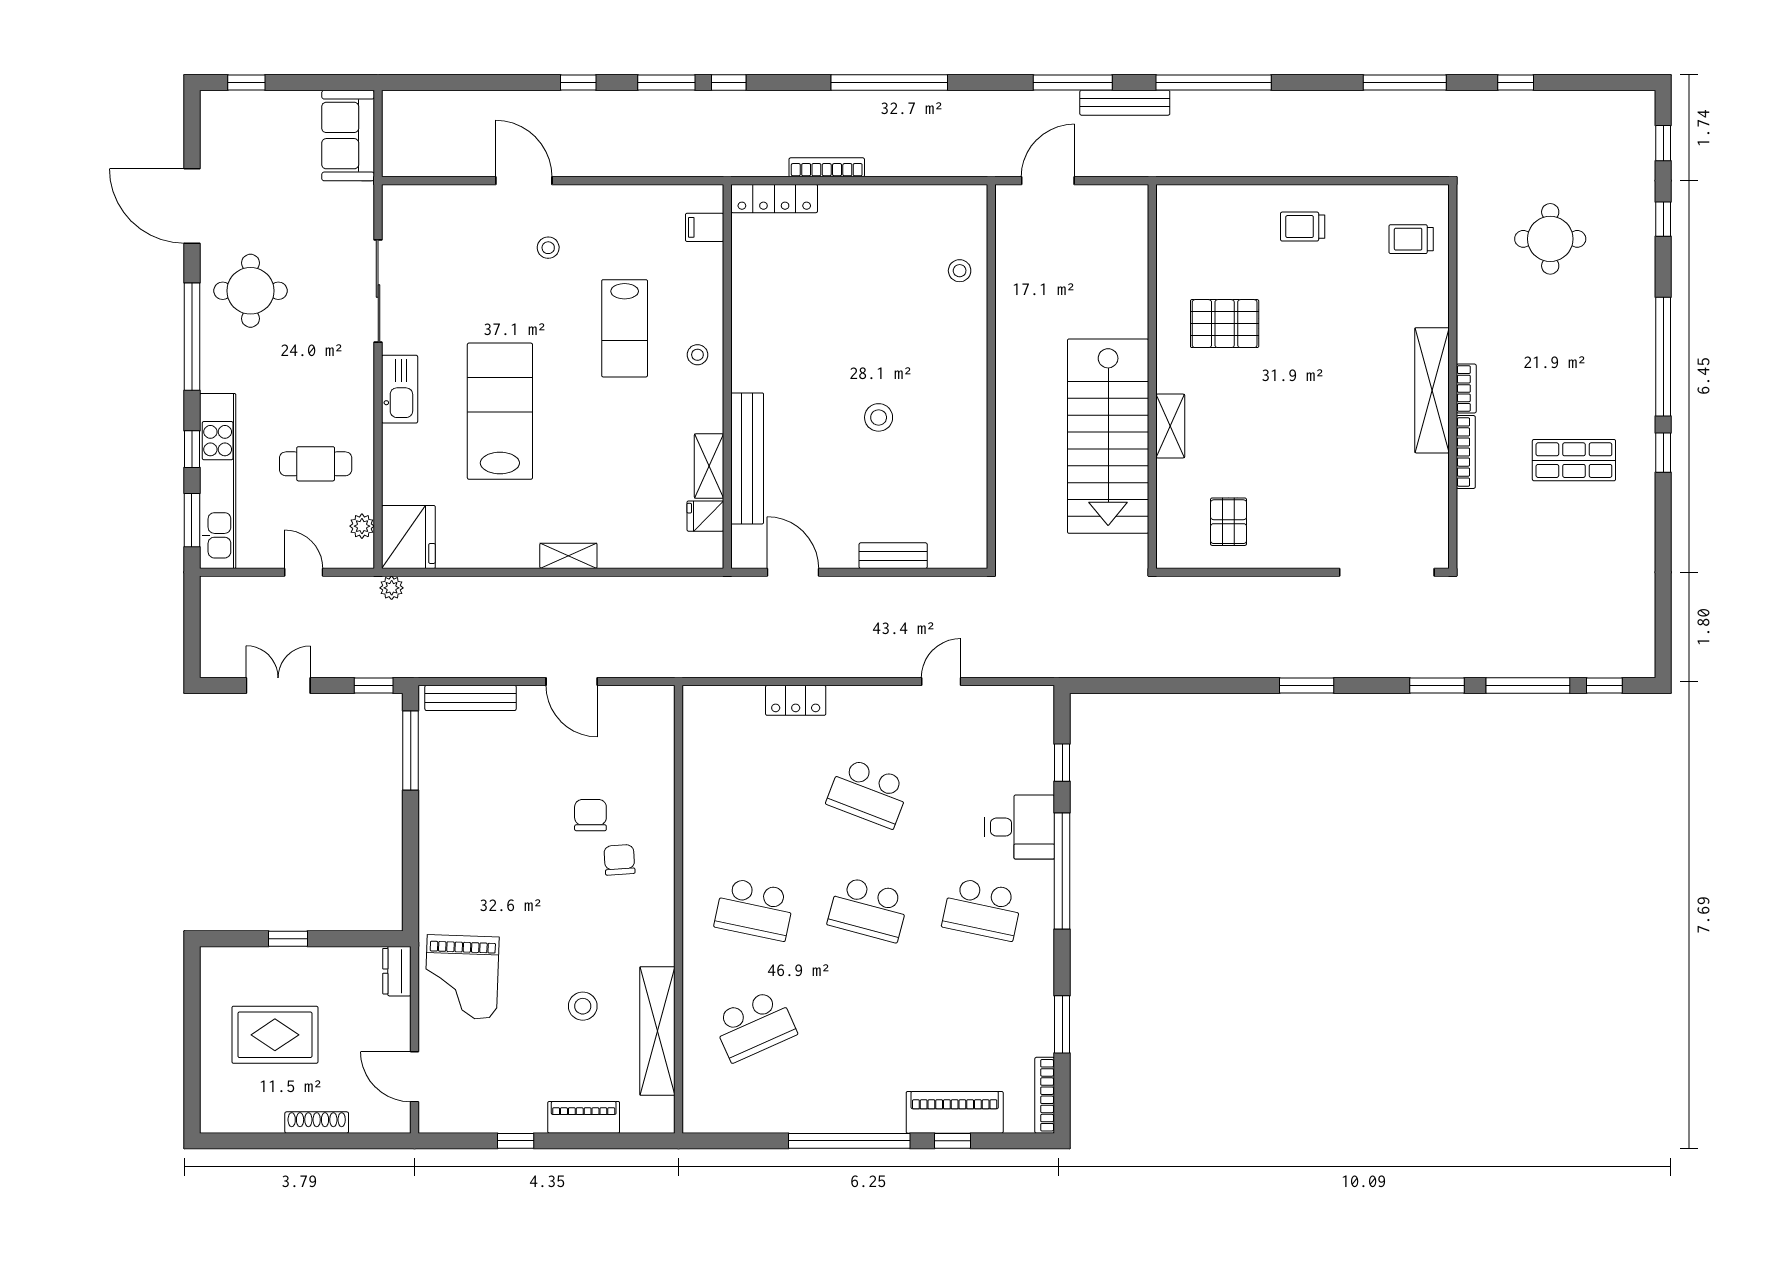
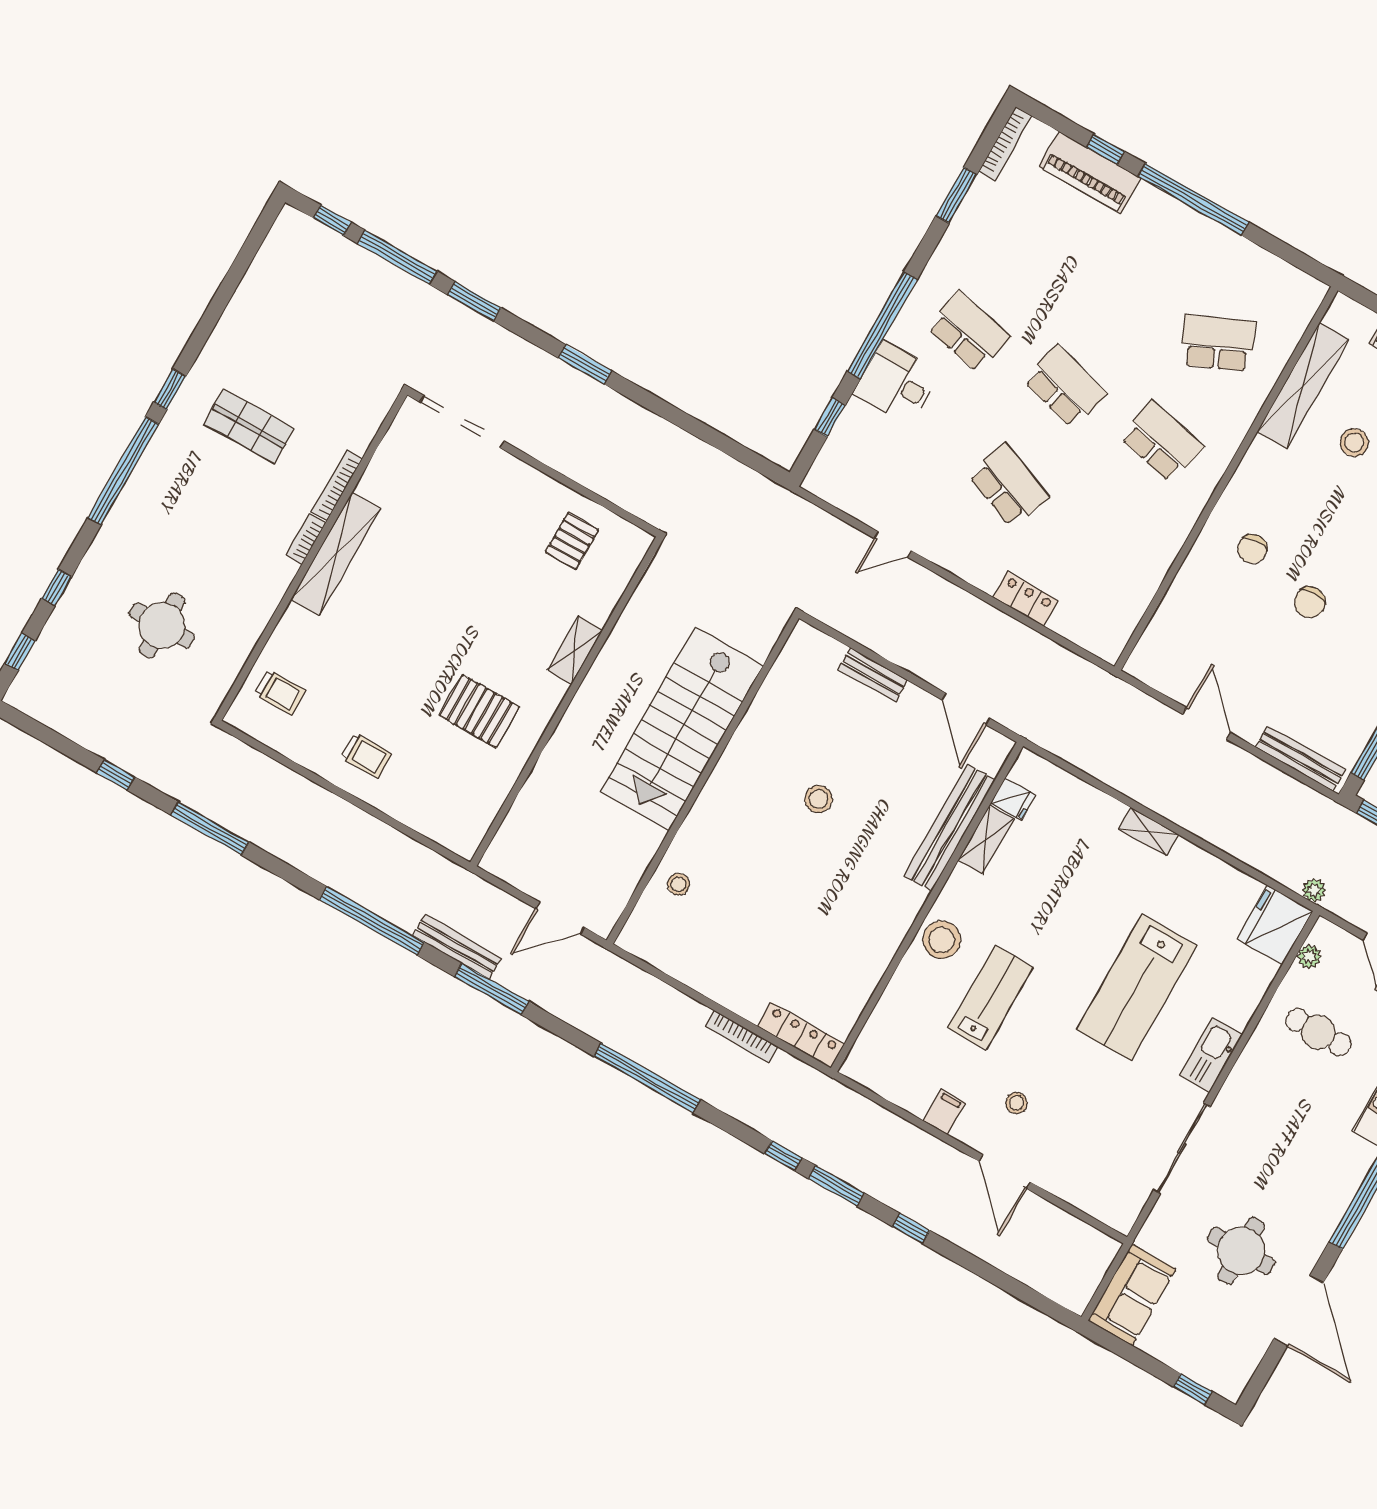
filing cabinet: (705, 227) -> (944, 1112), moved, turned -90
round table: (250, 291) -> (1241, 1251), moved
stool: (697, 355) -> (942, 940), width x1.89, depth x1.89
stairs: (1108, 436) -> (682, 728), moved, turned 180
chair: (590, 815) -> (1310, 602), moved

